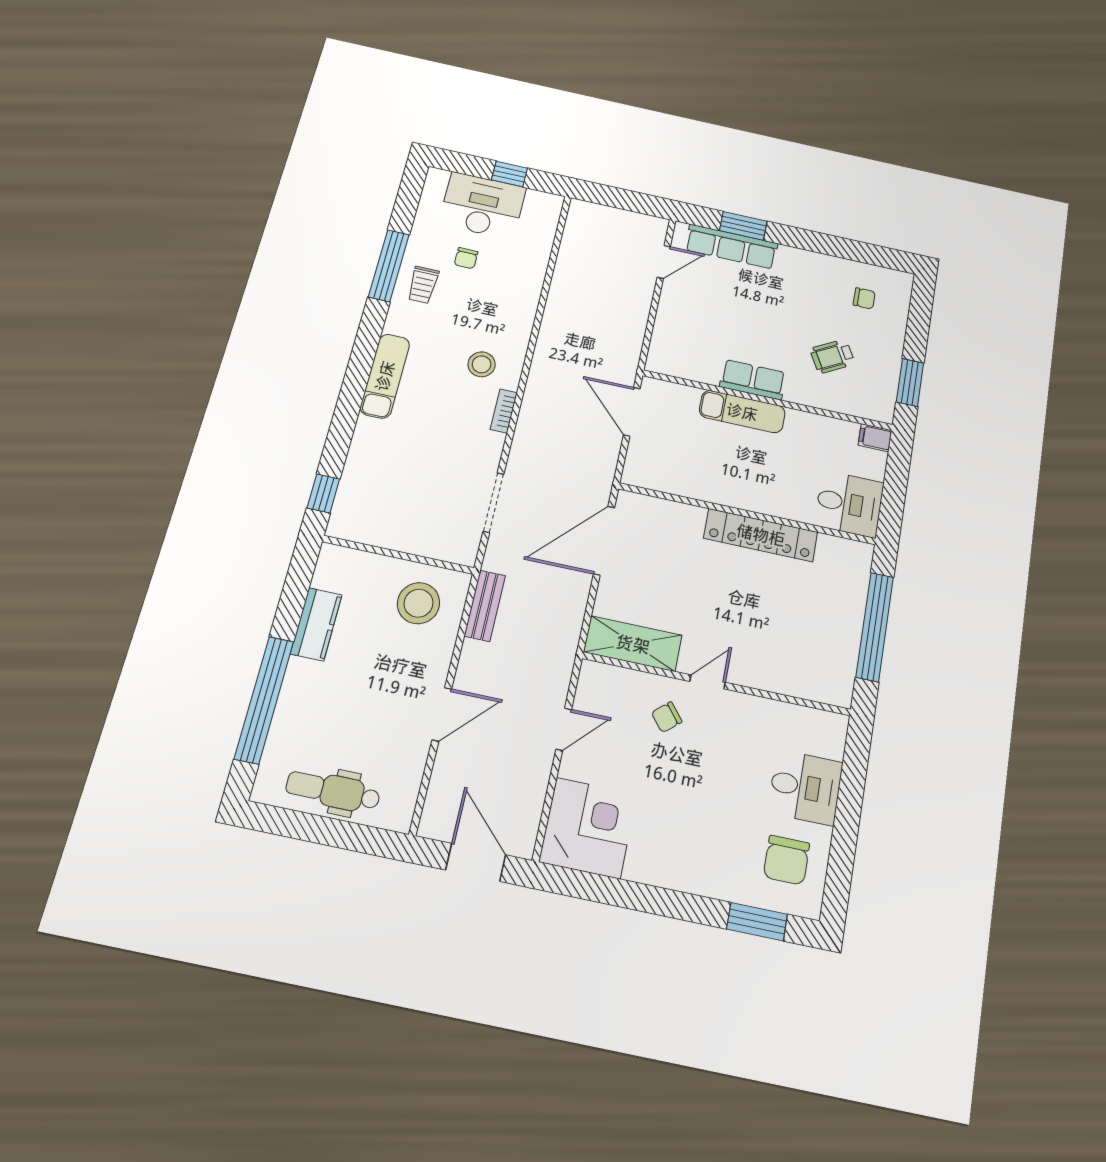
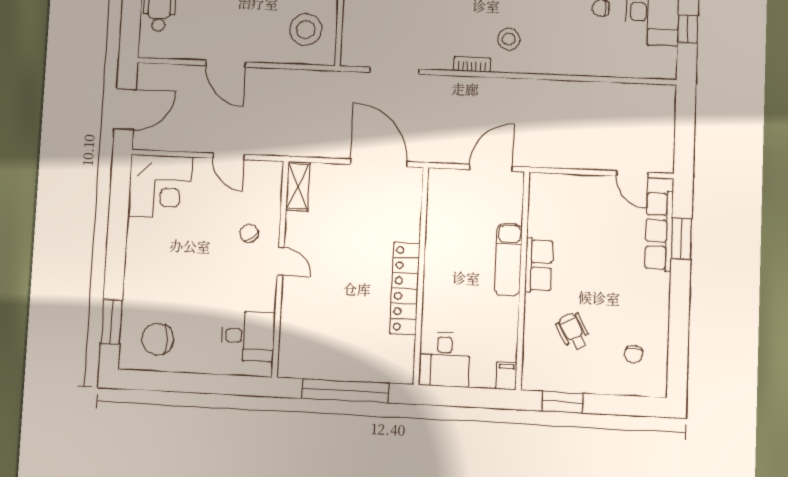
bench: (485, 606) -> (312, 80), removed
shelving: (633, 644) -> (298, 186), width x0.67, depth x0.75
desk: (805, 787) -> (248, 336), moved, turned -90

